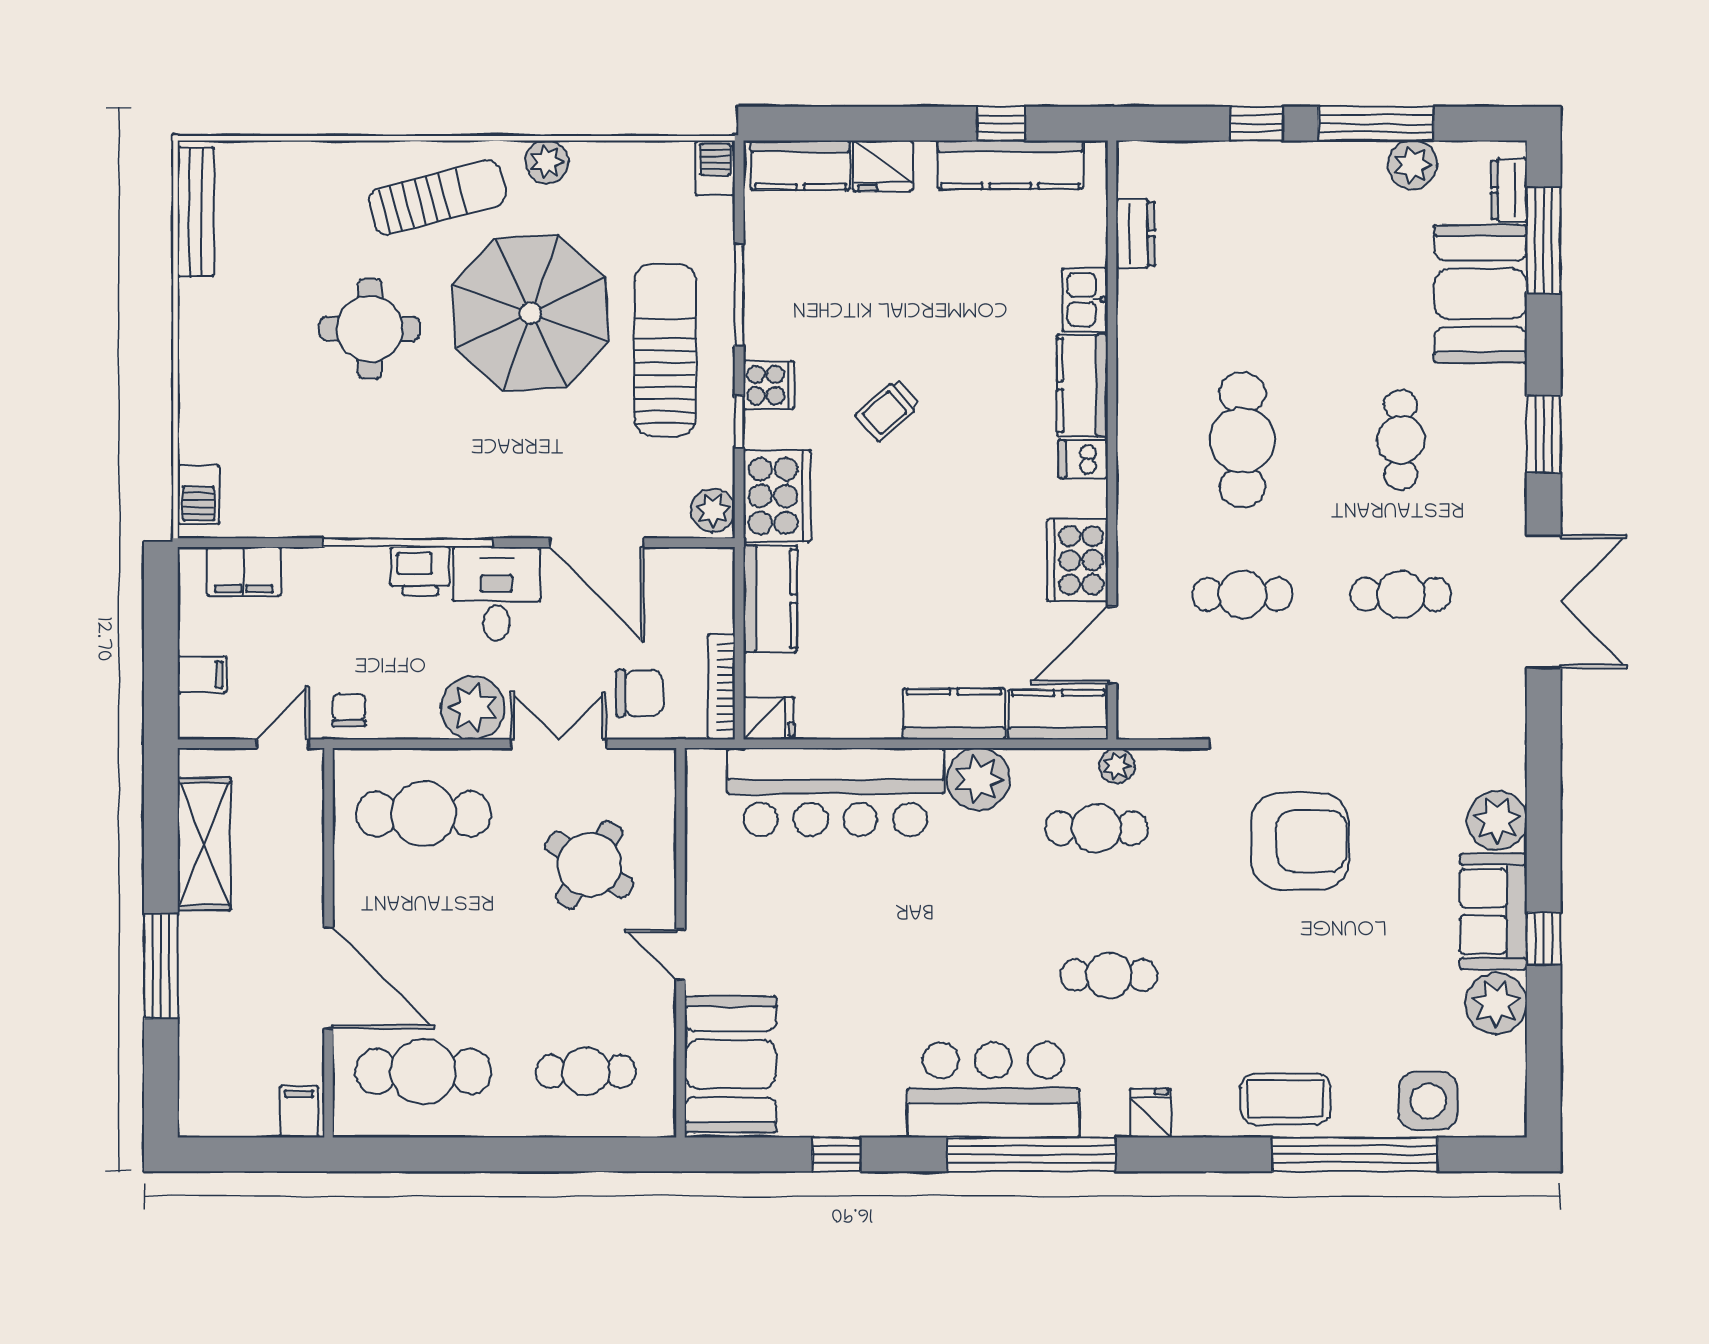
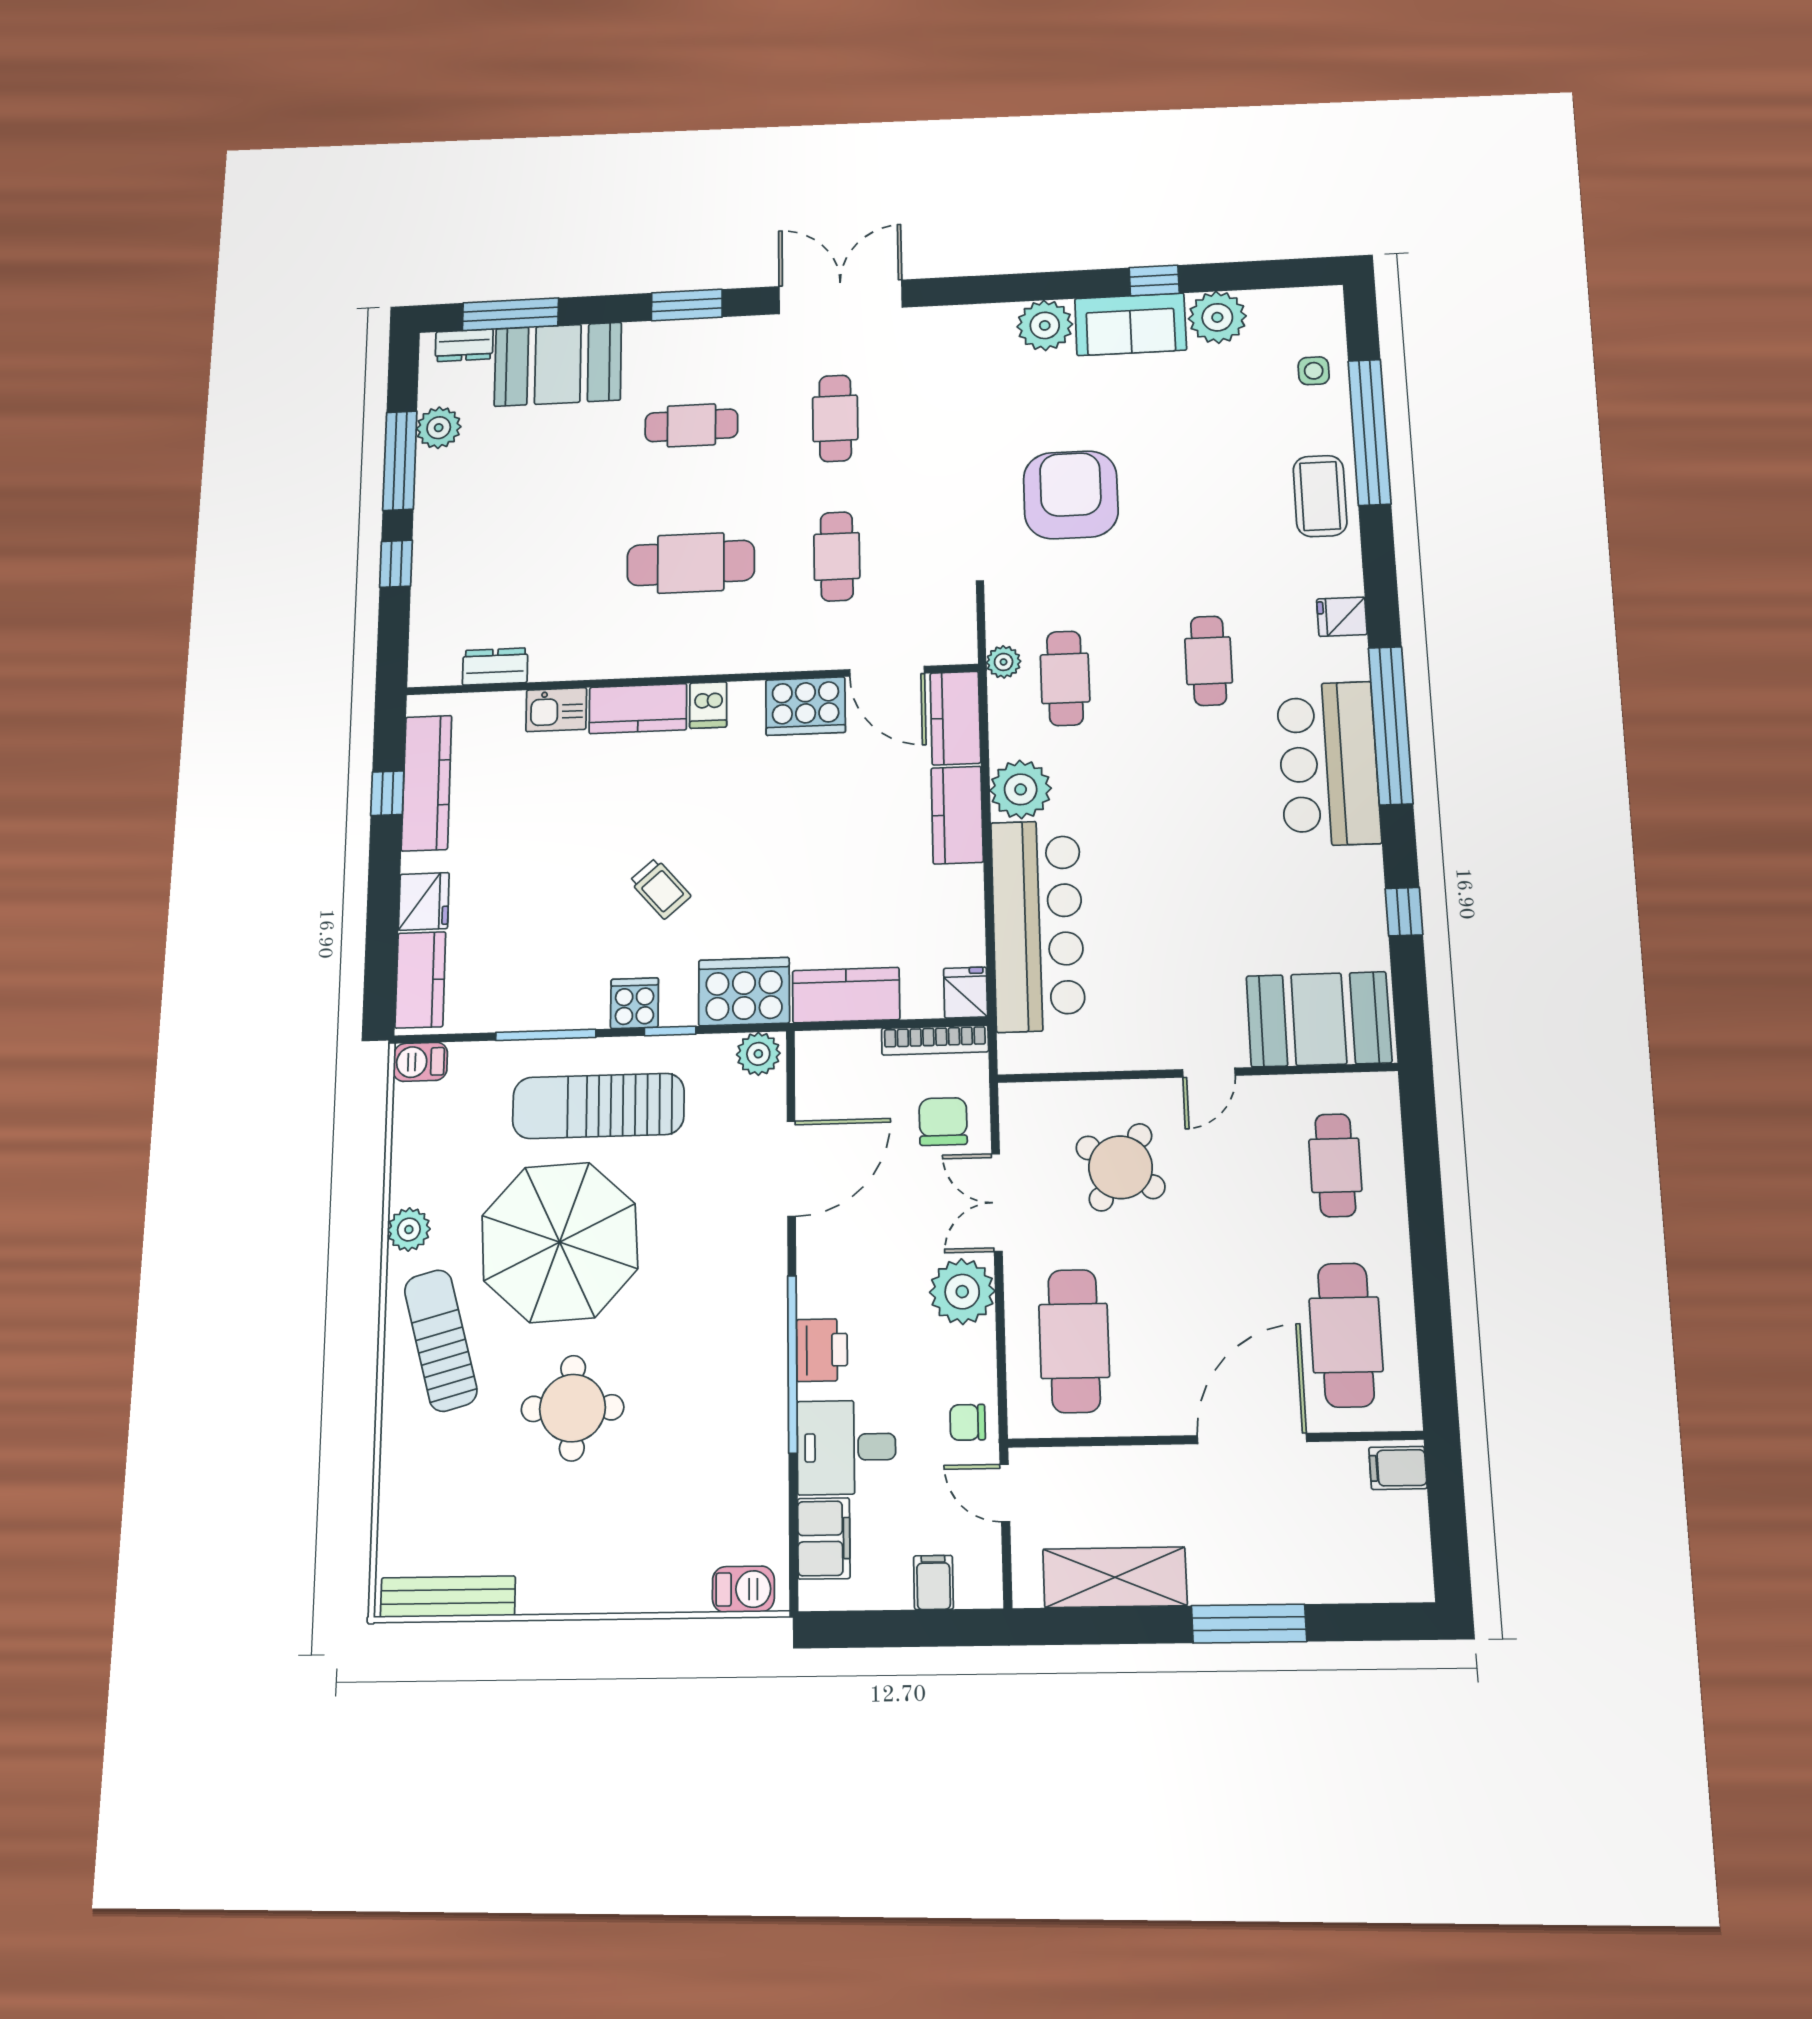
desk: (497, 594) -> (846, 1447), moved
side table: (1428, 1101) -> (1314, 371), width x0.54, depth x0.54

